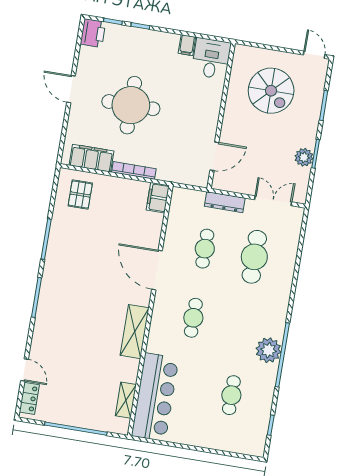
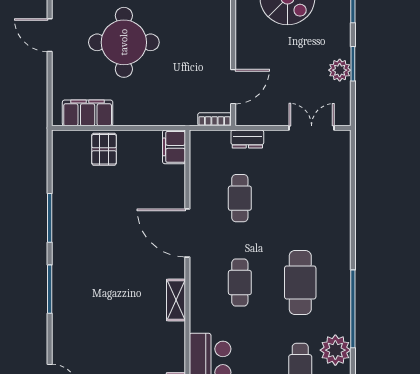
bookcase: (134, 170) -> (214, 119), moved, width x0.64
pallet: (80, 194) -> (104, 149), moved
dresser: (225, 202) -> (247, 139), width x0.70
cafe table: (254, 257) -> (300, 282), moved
shelving: (135, 332) -> (176, 300), width x0.67, depth x0.75
plant: (268, 350) -> (335, 350), moved

